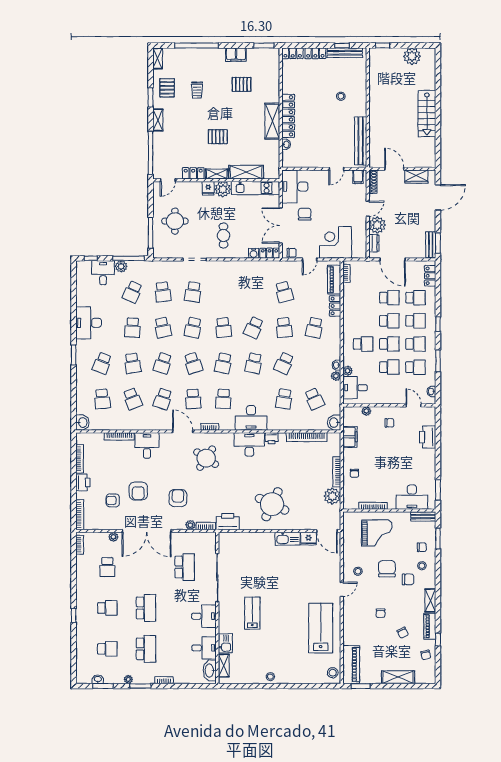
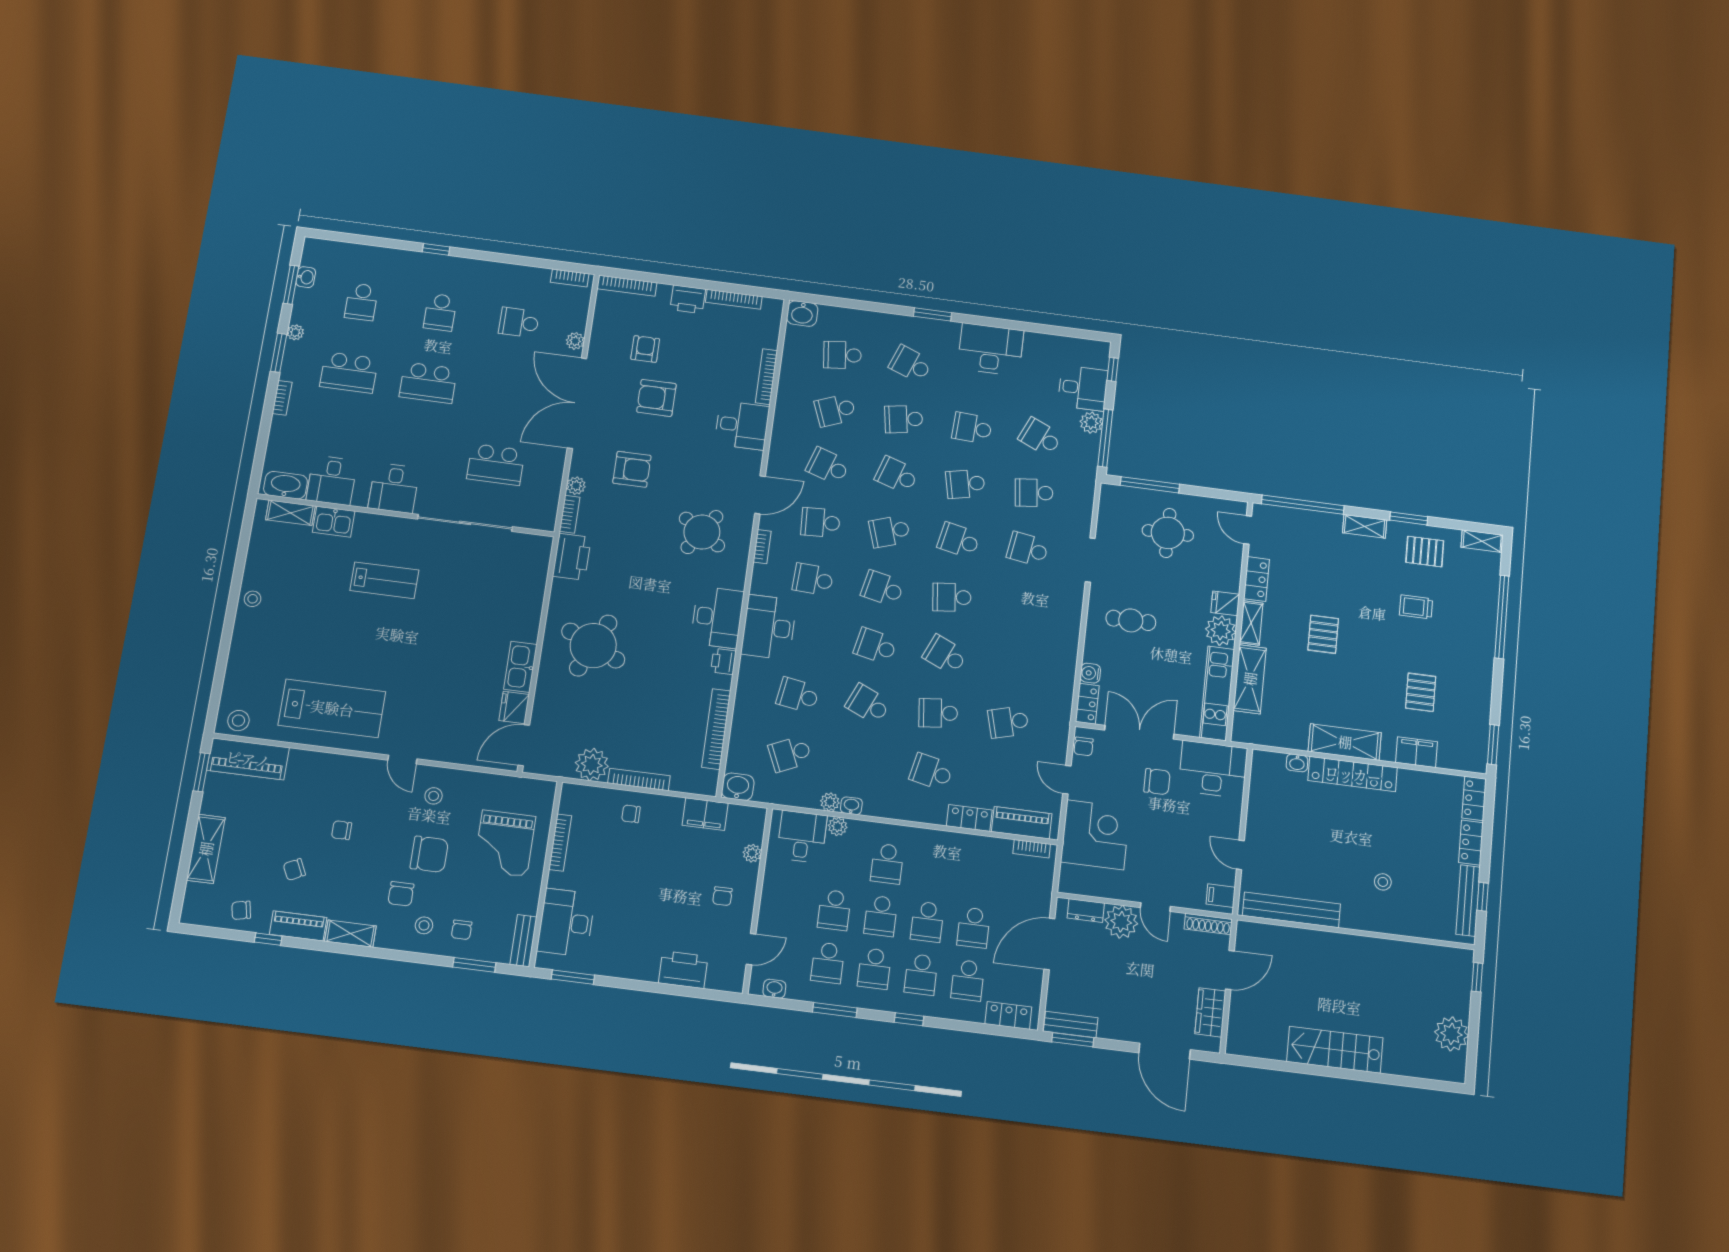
filing cabinet: (236, 55) -> (1416, 752), moved, turned 90

